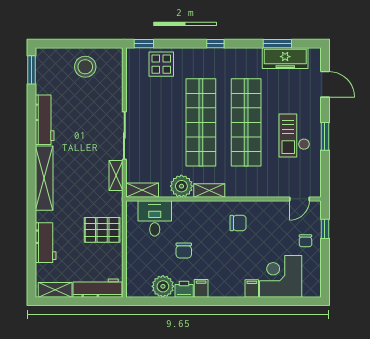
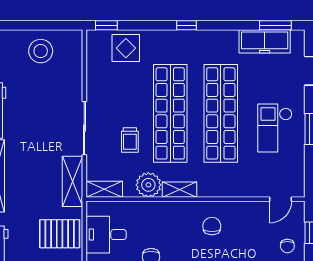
window: (277, 44) -> (275, 25), moved
trolley: (165, 146) -> (130, 140), added
shelving: (116, 176) -> (73, 181), width x1.50, depth x1.33
desk: (155, 218) -> (106, 235), moved, turned -90
chair: (238, 223) -> (212, 226), turned -90

